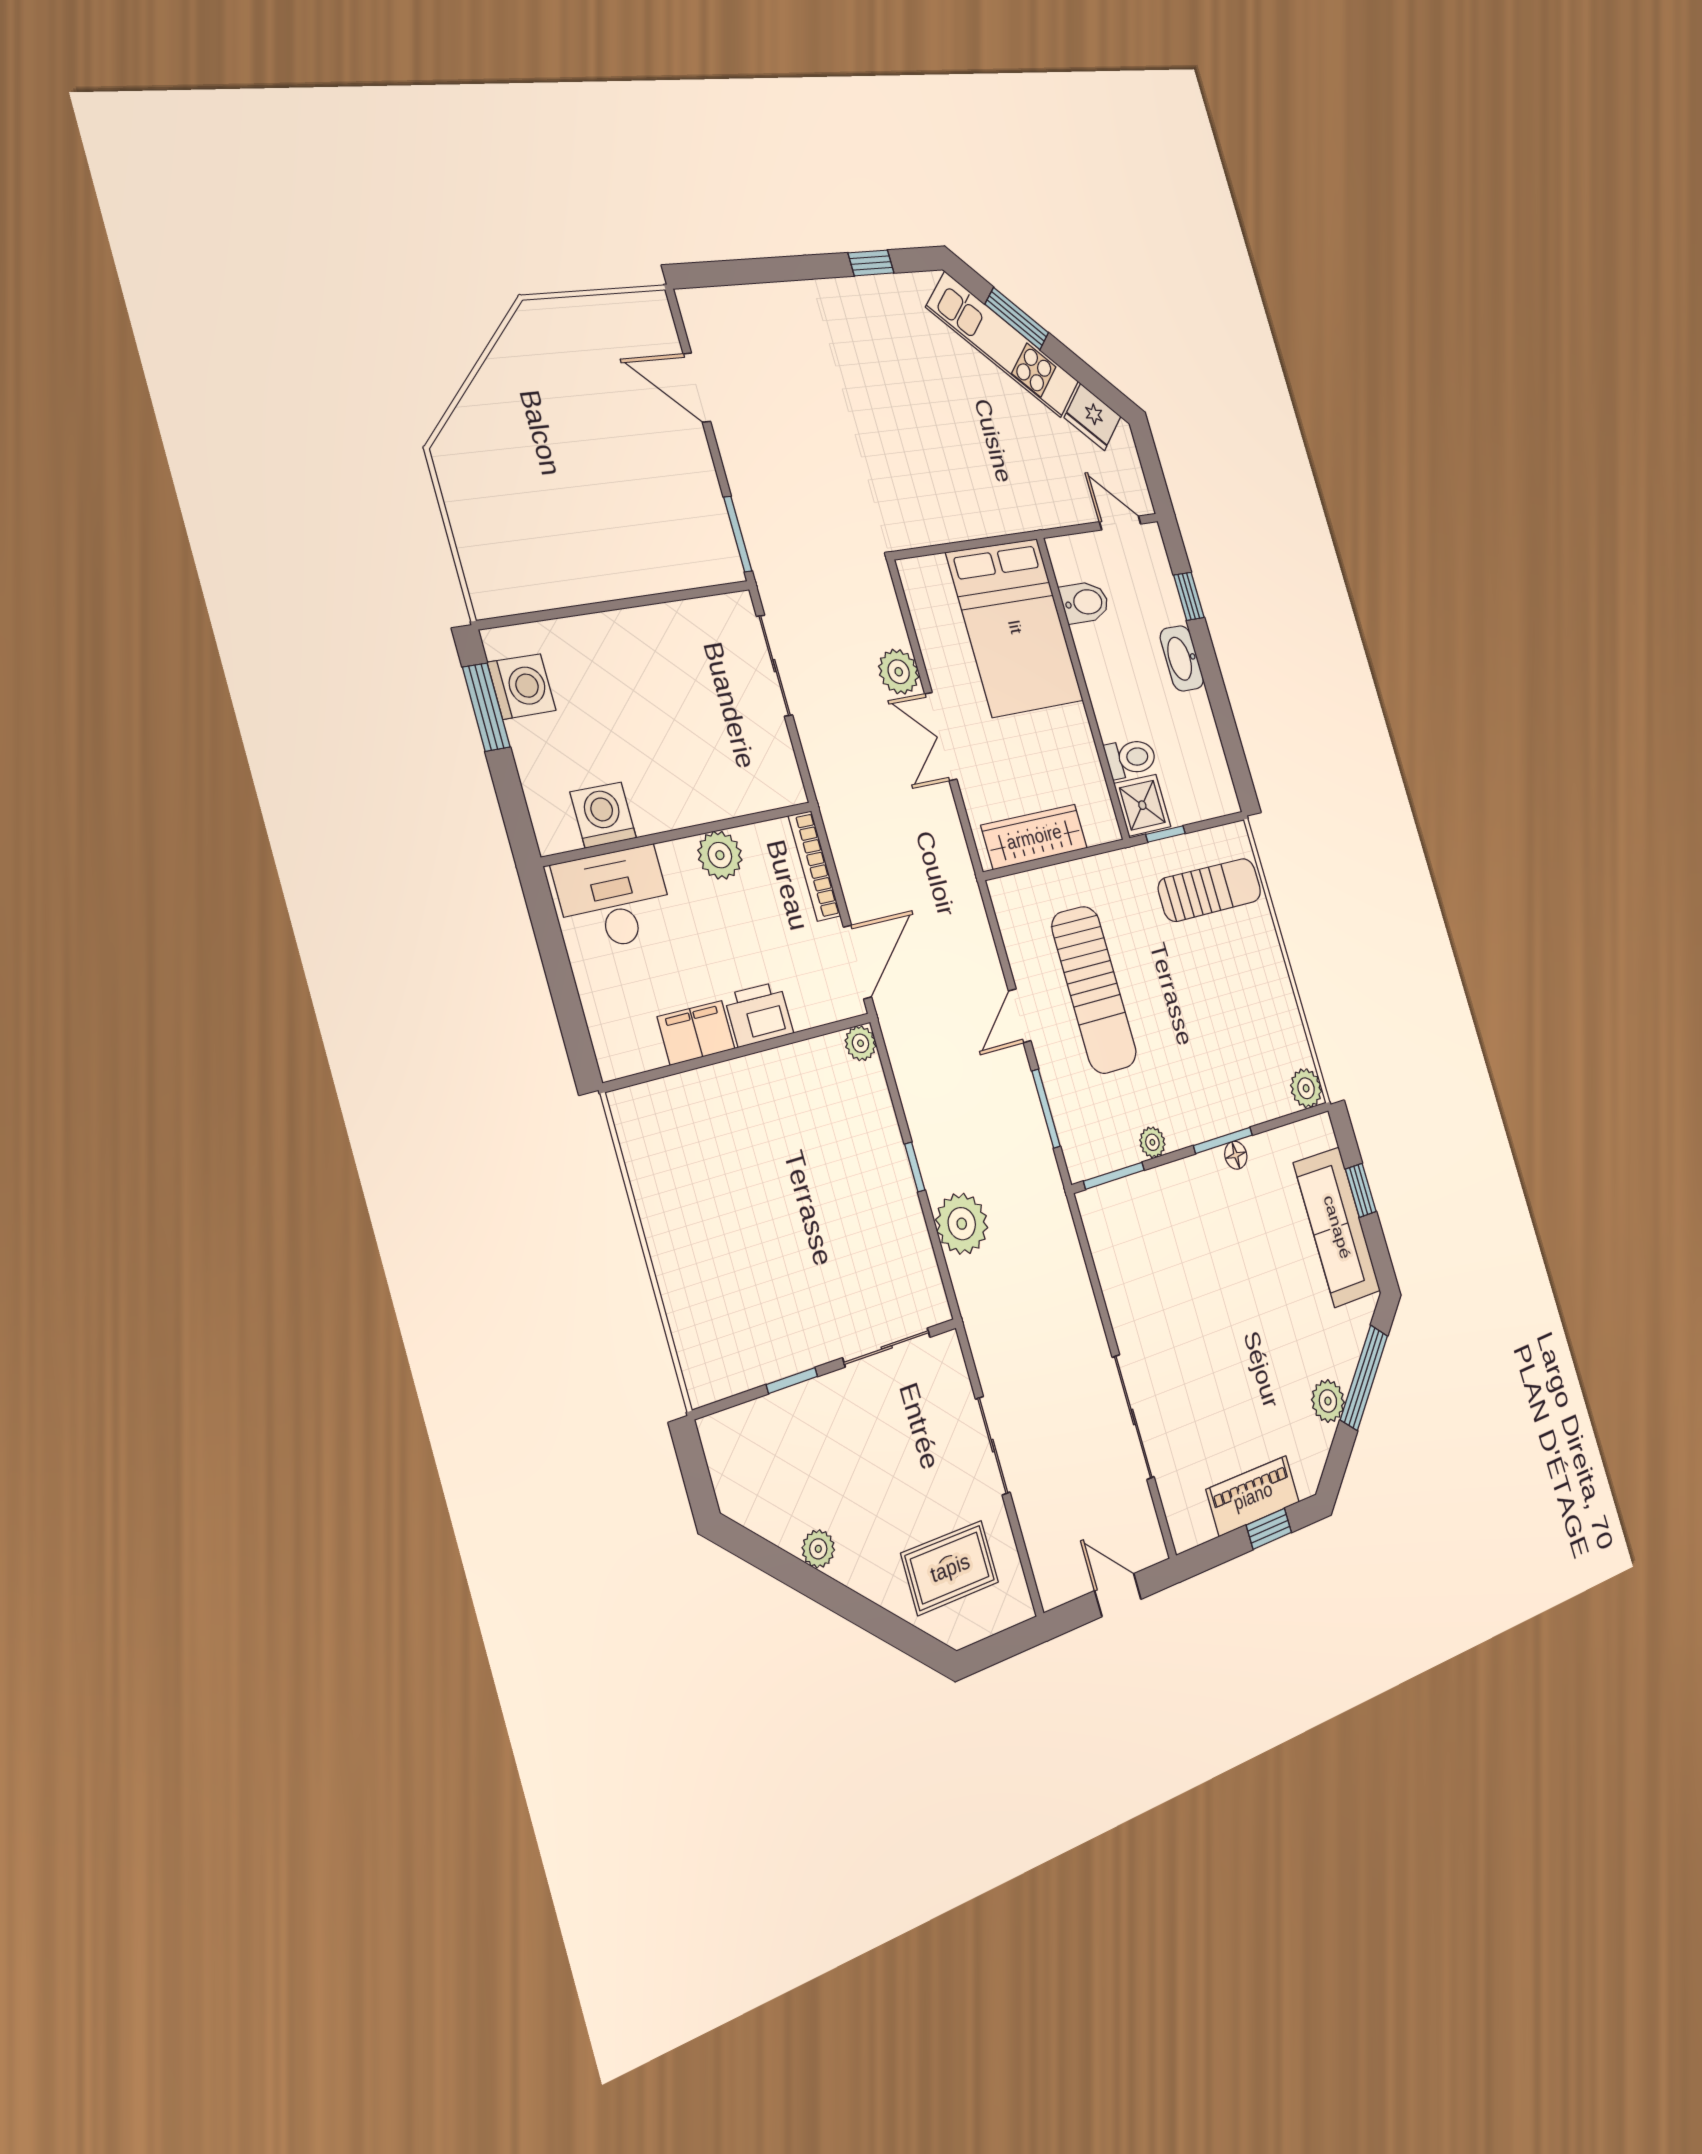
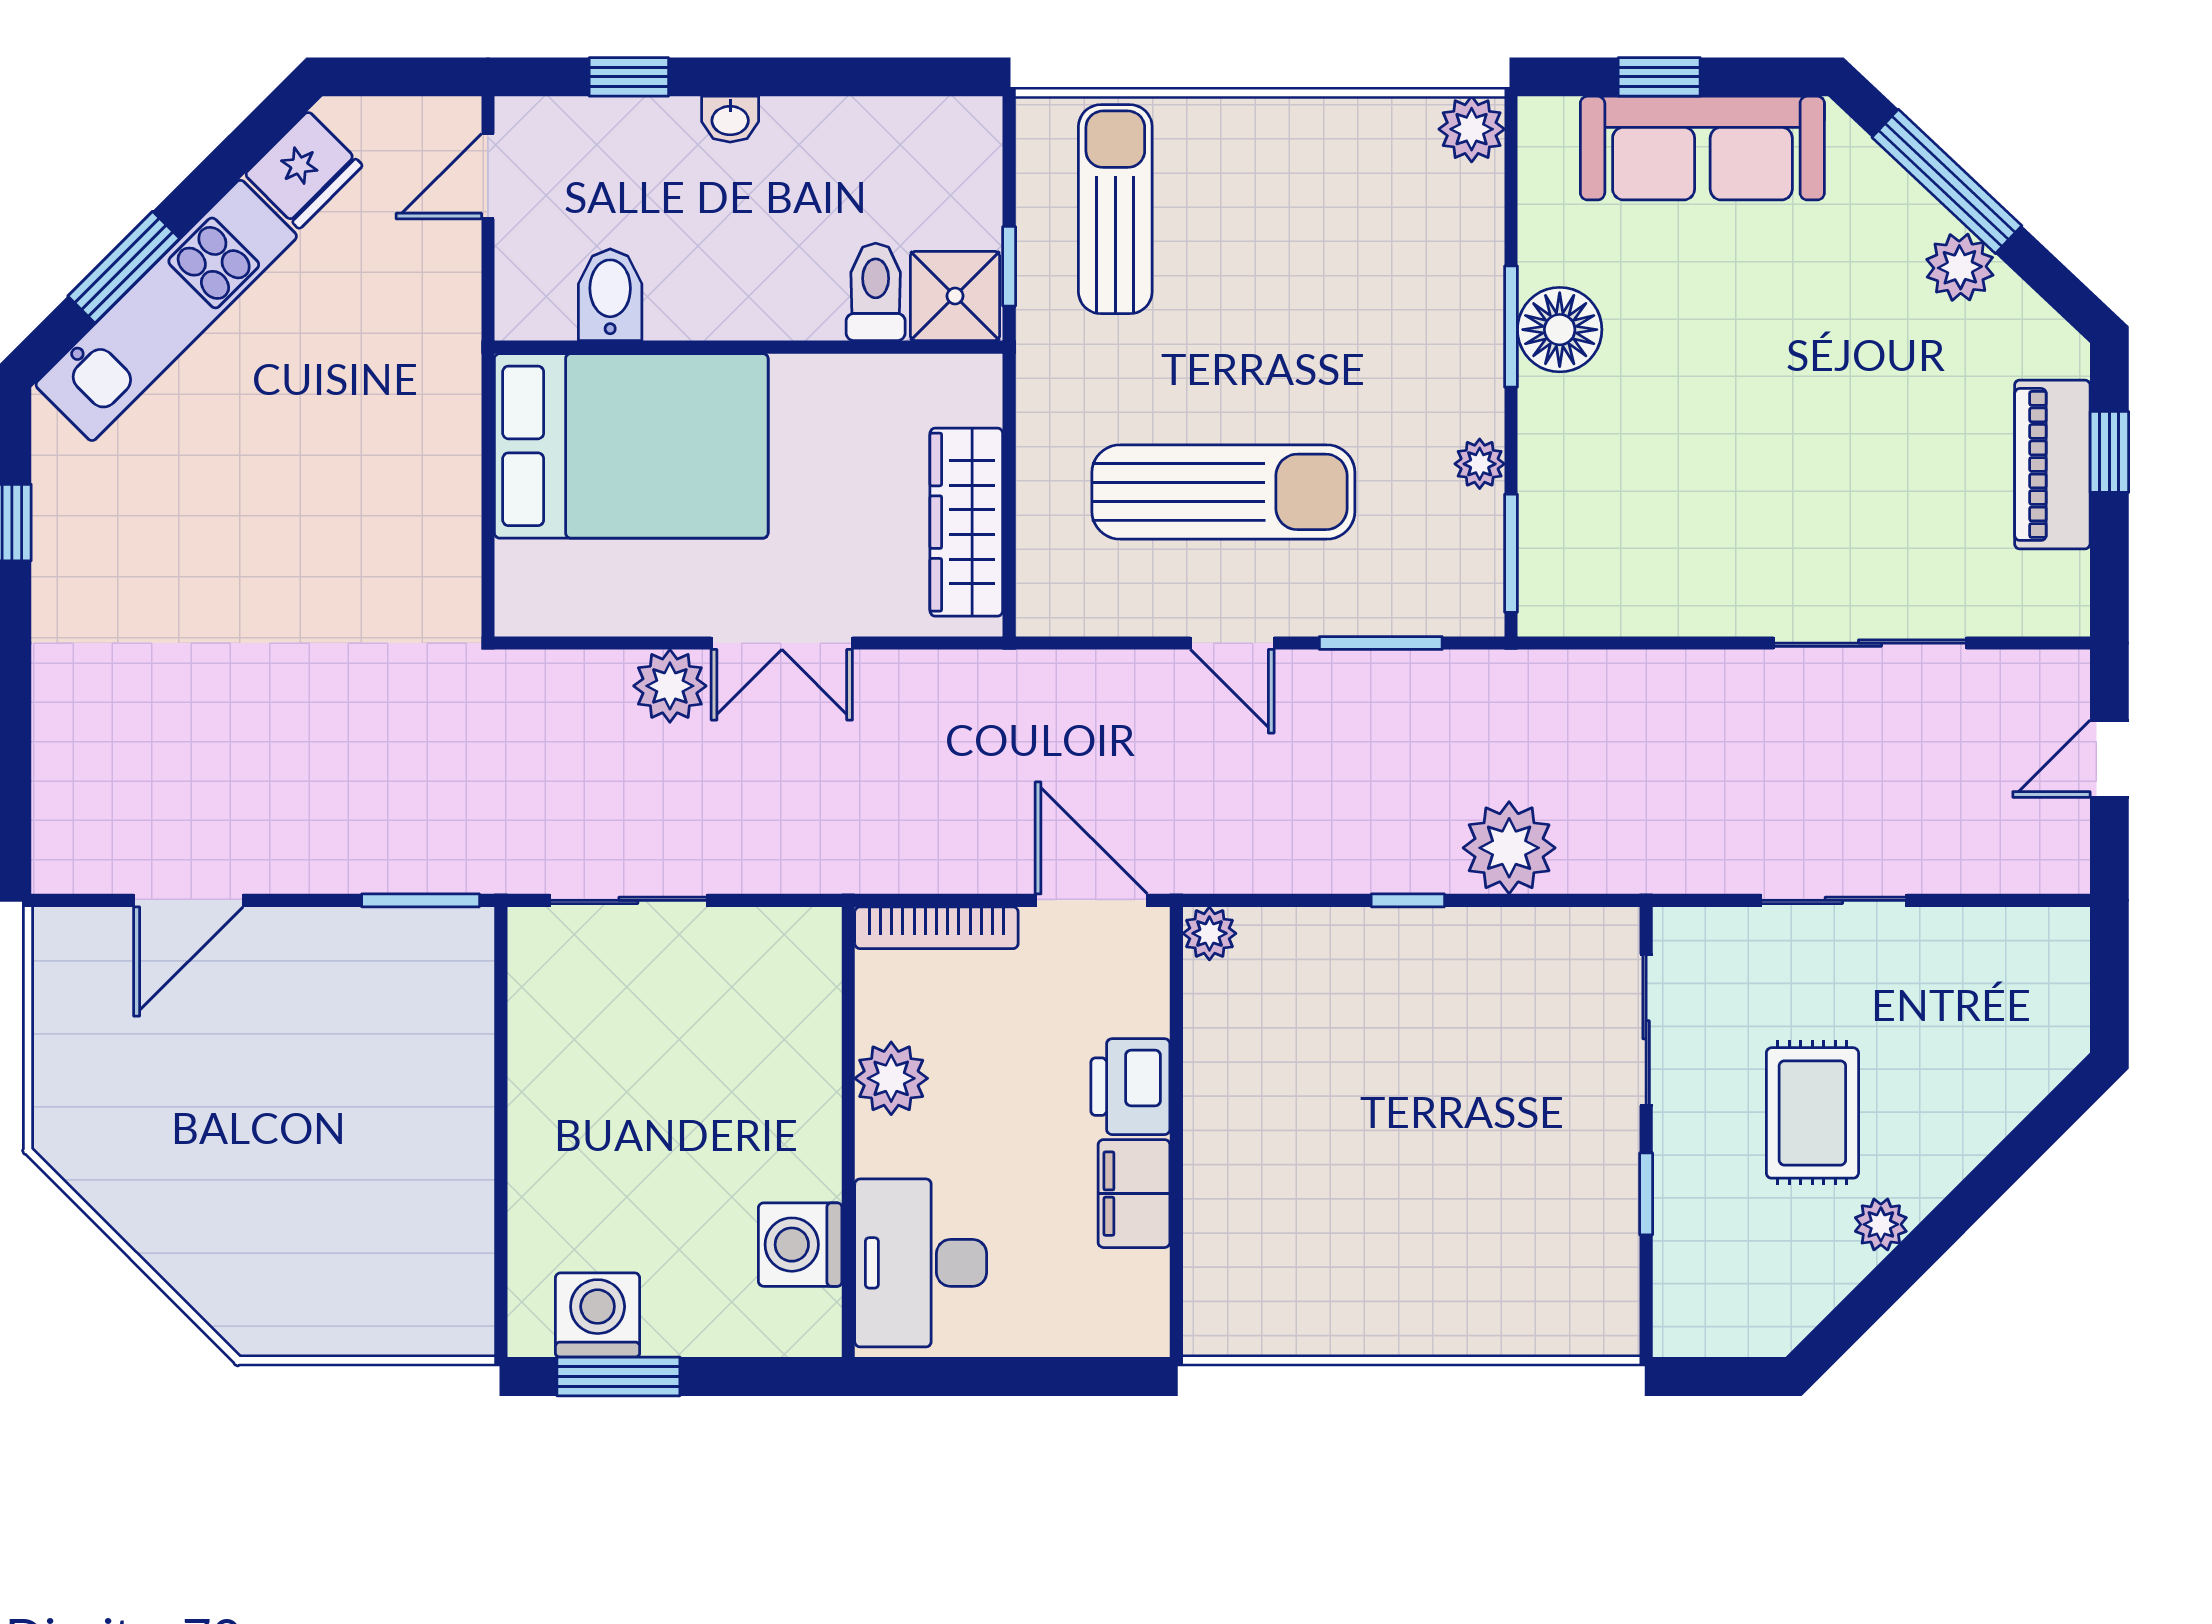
washbasin: (1182, 658) -> (730, 119), width x0.52, depth x0.69
floor lamp: (1236, 1155) -> (1560, 330), width x1.89, depth x1.89
rug: (950, 1568) -> (1812, 1113), moved

